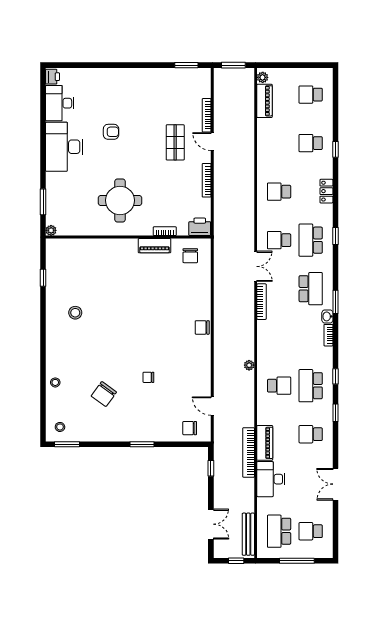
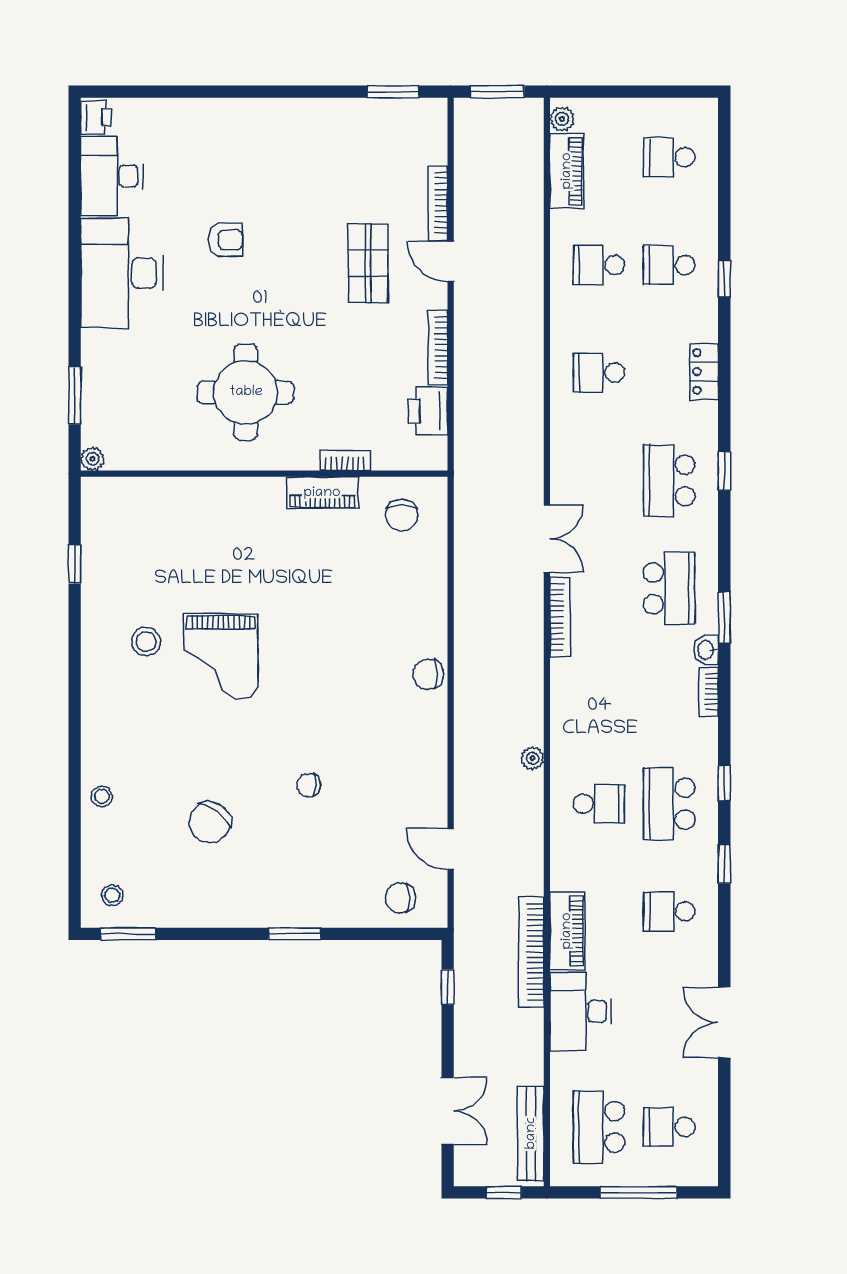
printer: (200, 227) -> (428, 411), moved, turned -90
school desk: (279, 240) -> (599, 265), moved
grand piano: (109, 319) -> (221, 656), added

